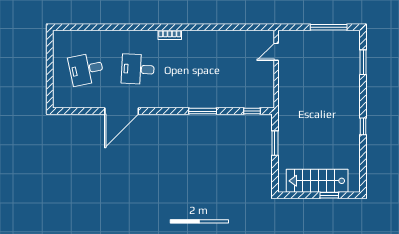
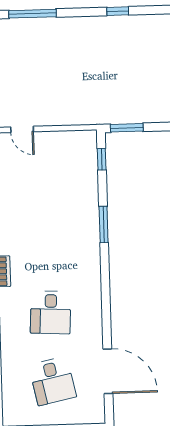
window: (363, 62) -> (33, 14), width x1.44
door: (122, 111) -> (108, 371), moved
window: (275, 143) -> (127, 128), moved

